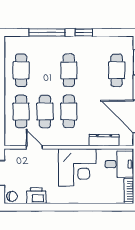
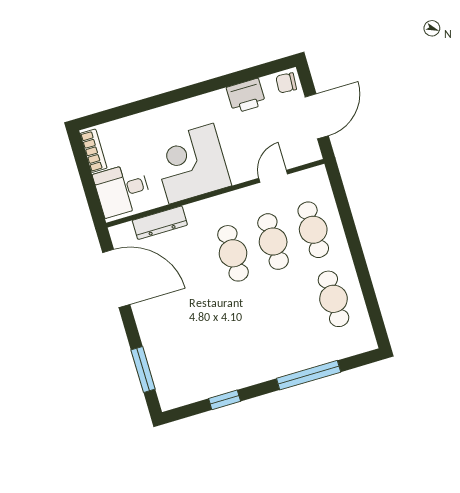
window: (84, 32) -> (225, 400), moved
cafe table: (69, 70) -> (253, 322), removed
cafe table: (117, 70) -> (173, 346), removed
door: (34, 147) -> (273, 176), swing flipped

